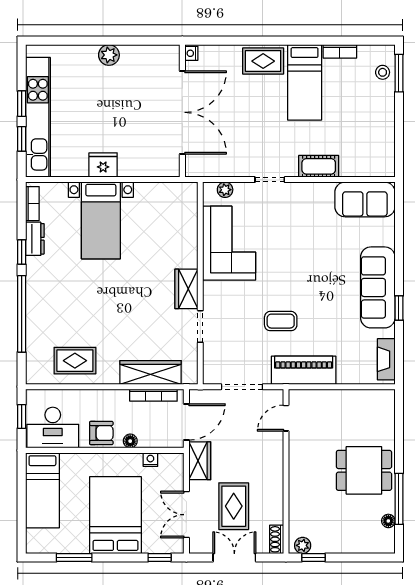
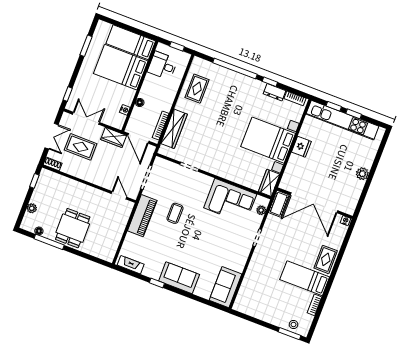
cot: (319, 166) -> (279, 204), moved
bed with nightstands: (101, 220) -> (268, 140), width x1.36
sofa: (378, 287) -> (179, 278), width x0.73
wardrobe: (186, 289) -> (269, 183), moved, turned -90
desk: (53, 428) -> (162, 66), width x0.73
armchair: (101, 433) -> (150, 88), removed
bed: (115, 515) -> (121, 67), moved, turned 180
plant: (303, 545) -> (32, 208), moved

